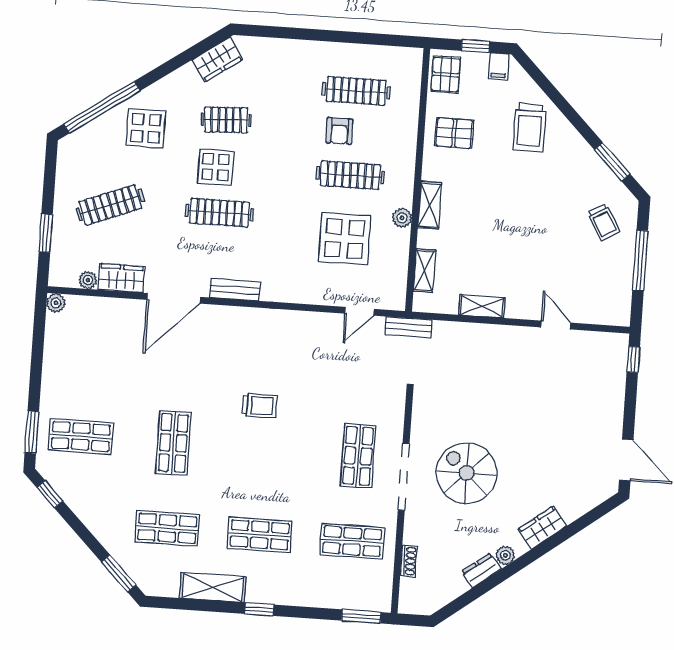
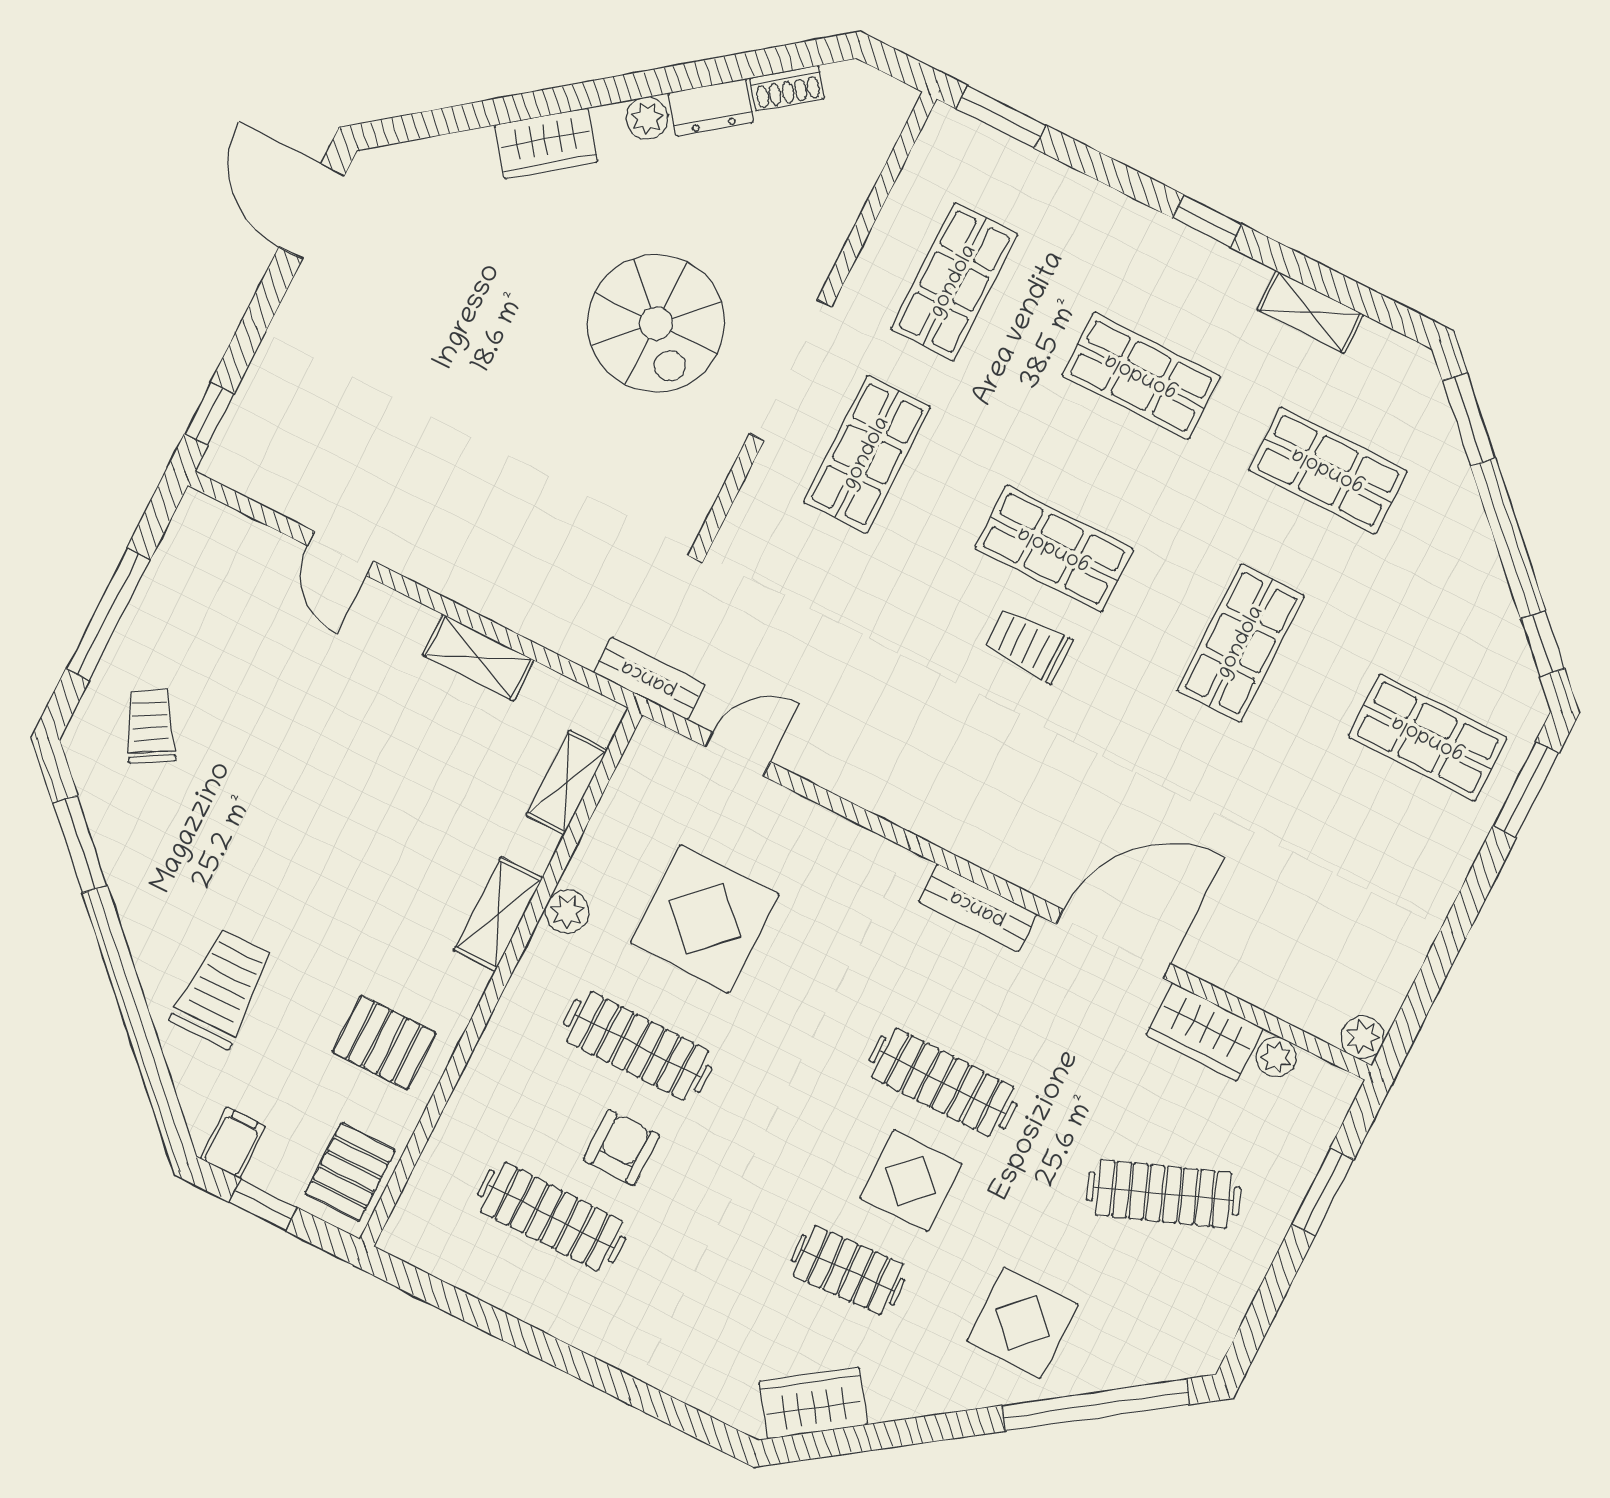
shop shelf: (266, 449) -> (1054, 549), added
shop shelf: (352, 541) -> (954, 282), turned 90
shoe rack: (409, 561) -> (787, 88), moved, turned -127
shelving: (213, 587) -> (1310, 312), width x0.67, depth x0.75

